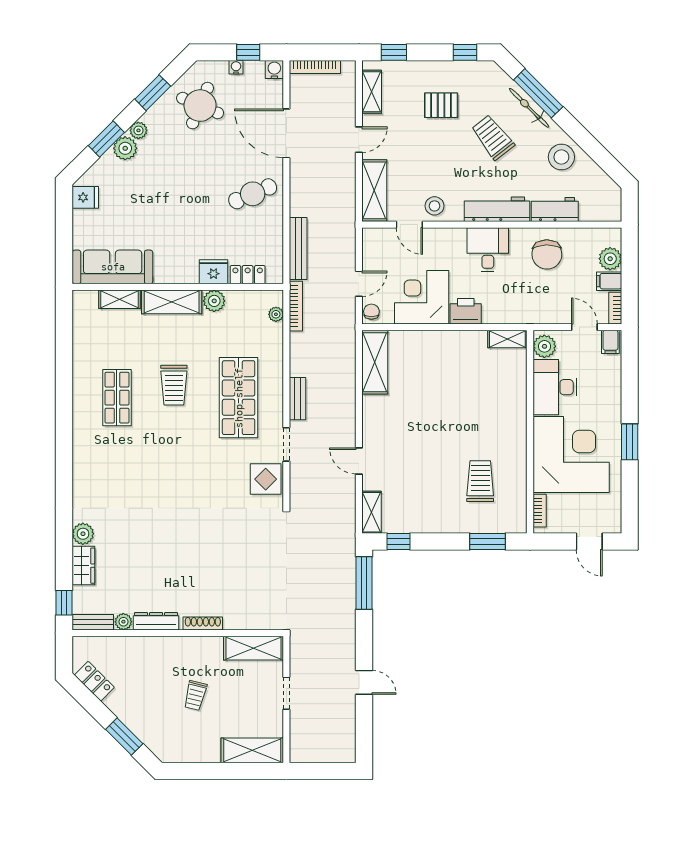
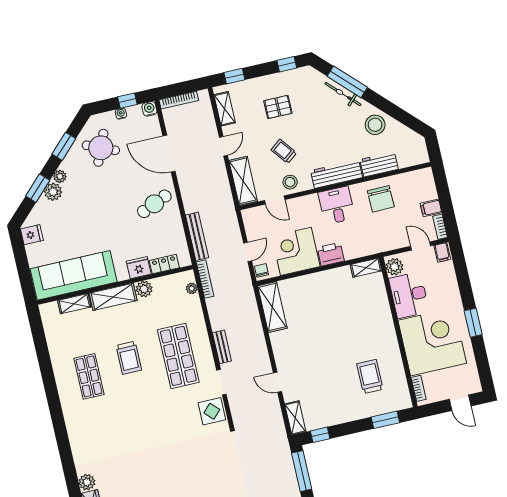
trolley: (493, 137) -> (284, 151), moved, width x0.73, depth x0.72
plant: (610, 259) -> (428, 191), removed
sofa: (113, 267) -> (74, 275), width x1.36, depth x1.27

